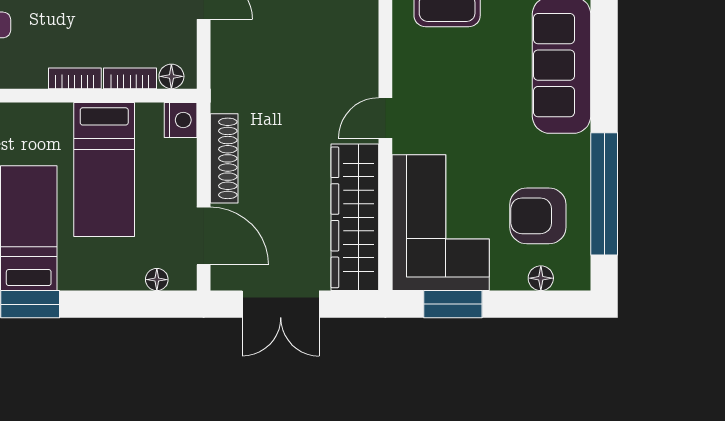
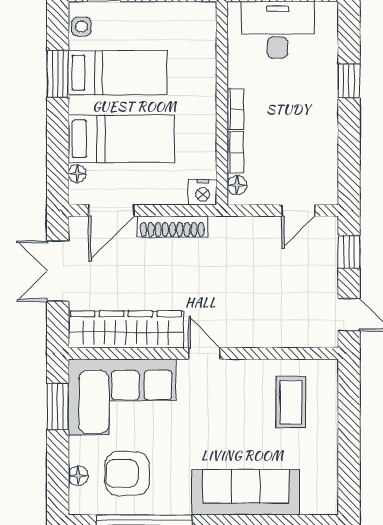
bed: (104, 170) -> (121, 139), moved, turned 180
armchair: (538, 216) -> (127, 474), turned -90

